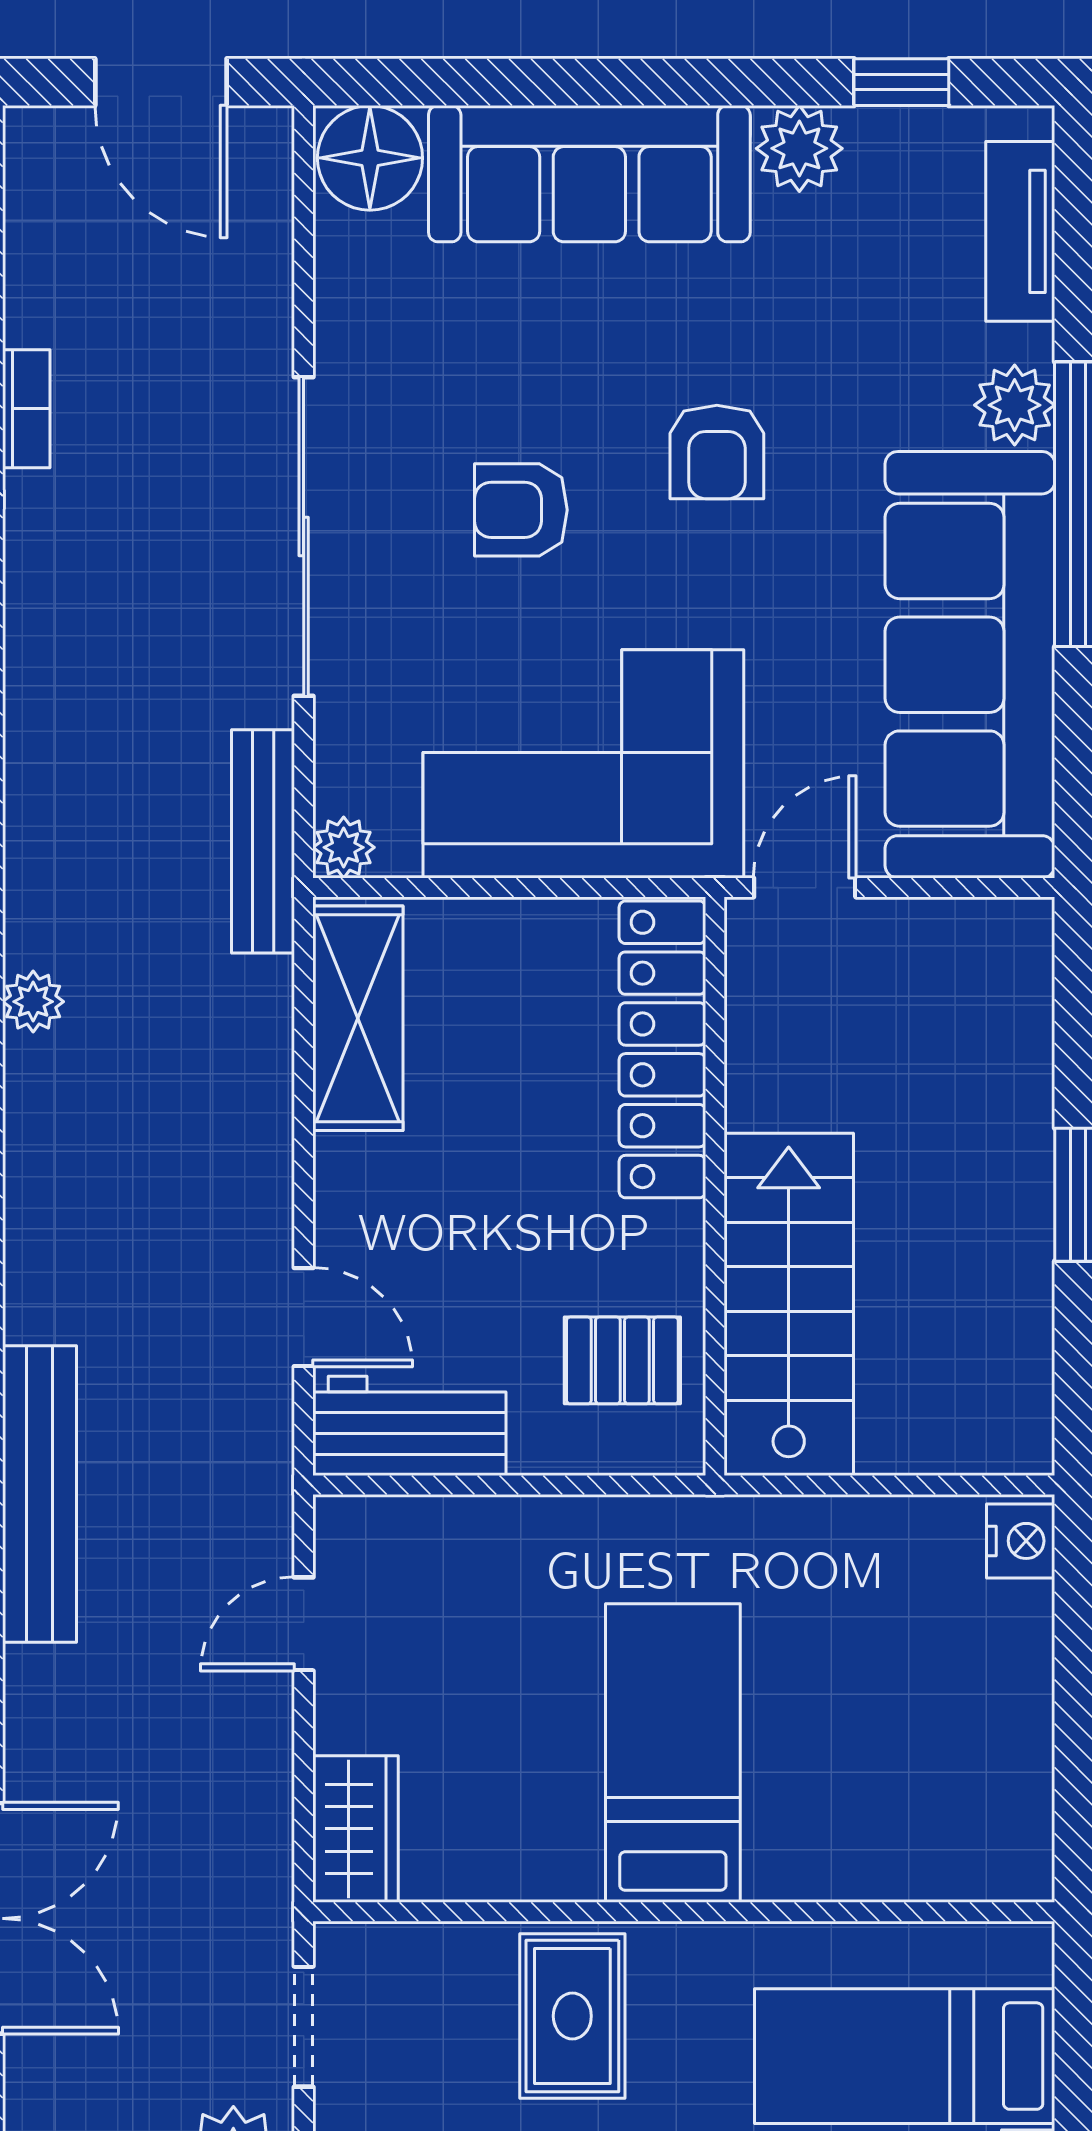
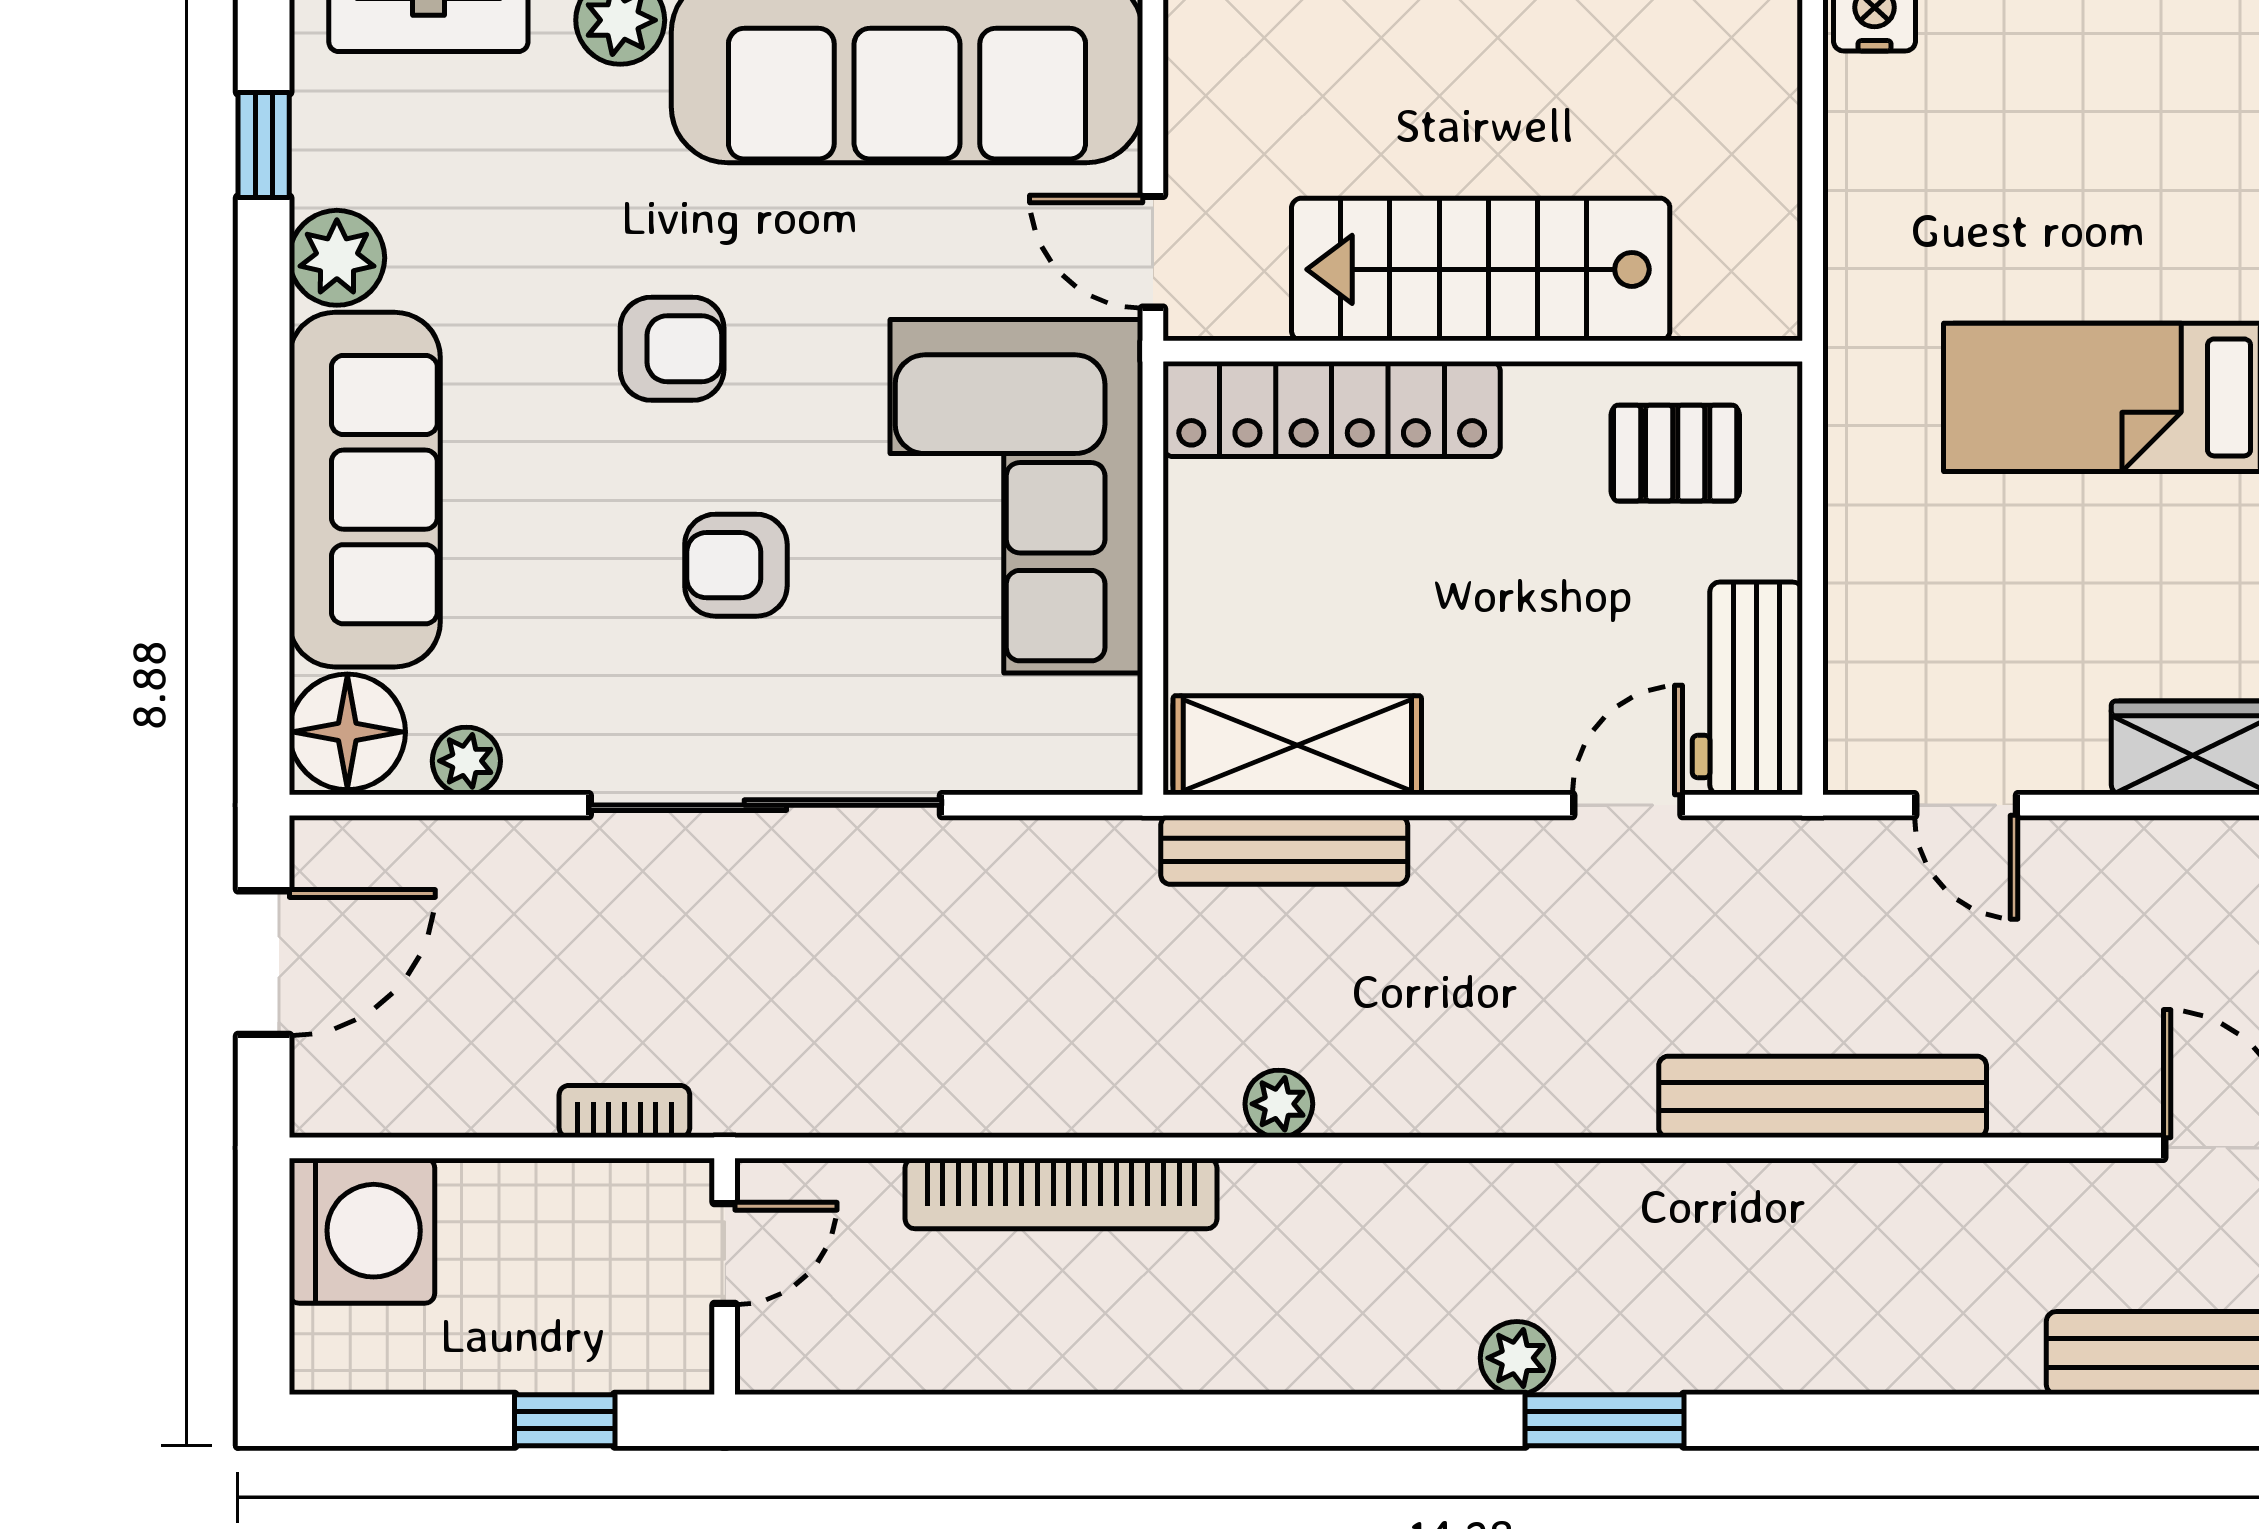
armchair: (521, 510) -> (736, 565), turned 90
bench: (263, 841) -> (1284, 850), moved
plant: (344, 847) -> (466, 761), moved
stairs: (789, 1304) -> (1481, 269), moved
pallet: (622, 1360) -> (1675, 453), turned 90

